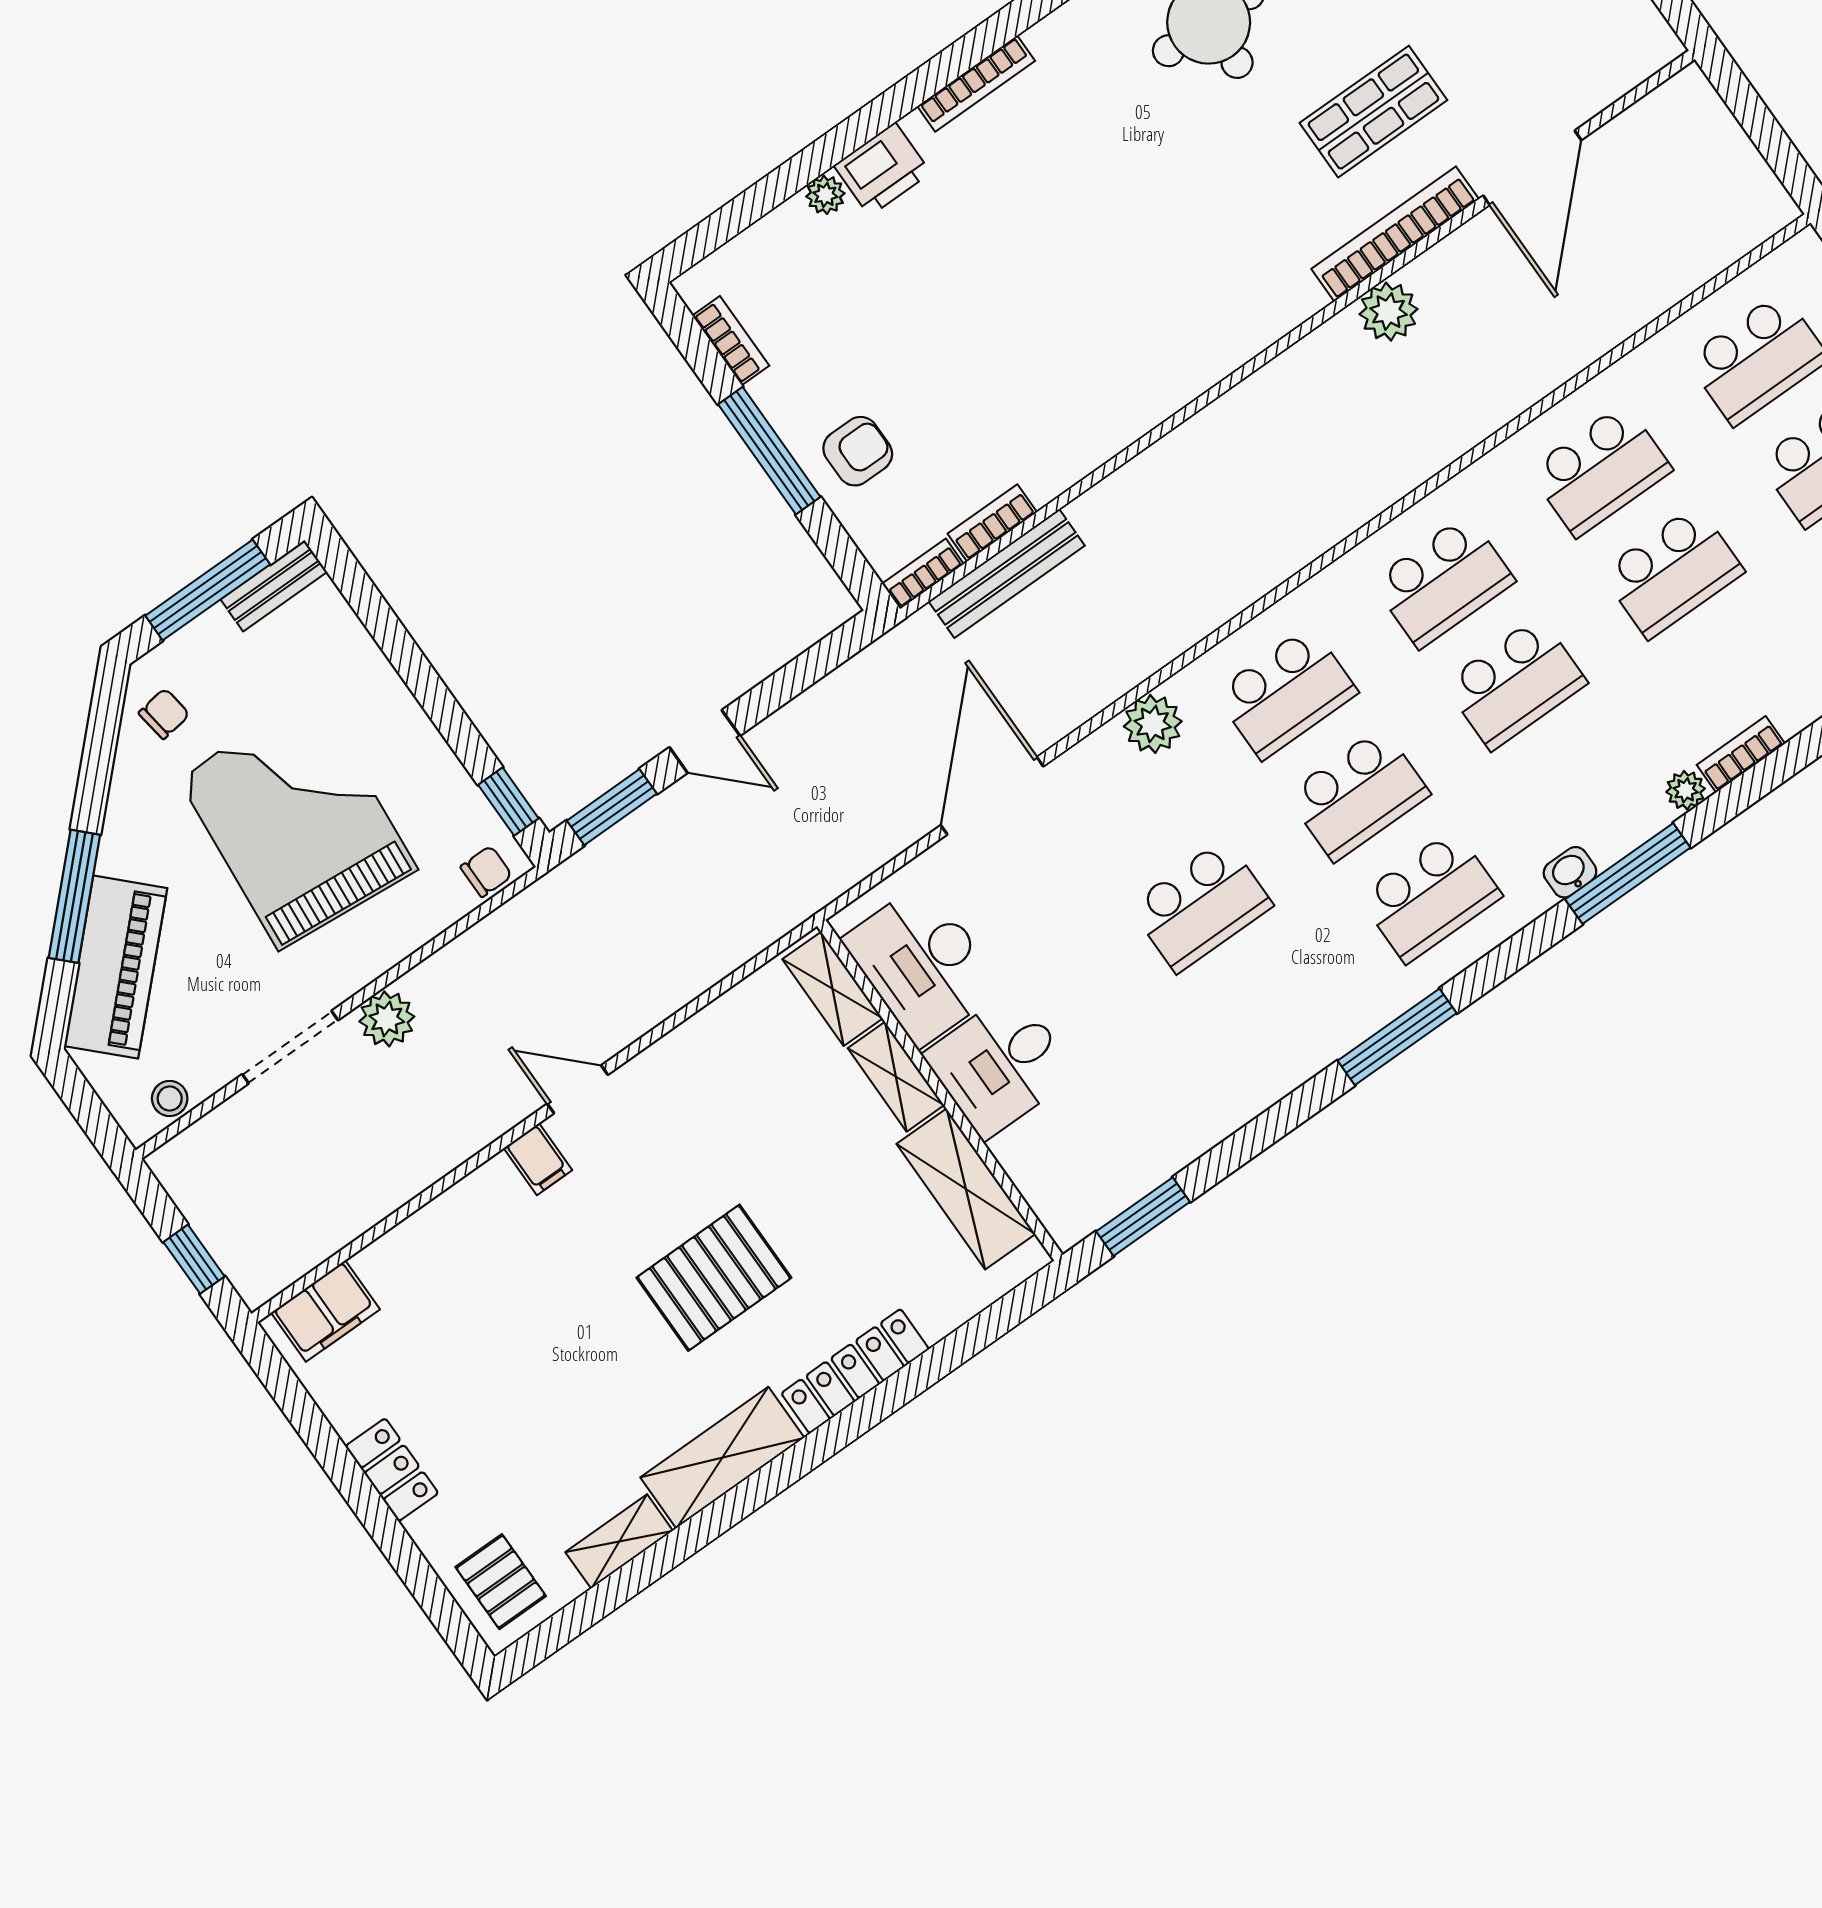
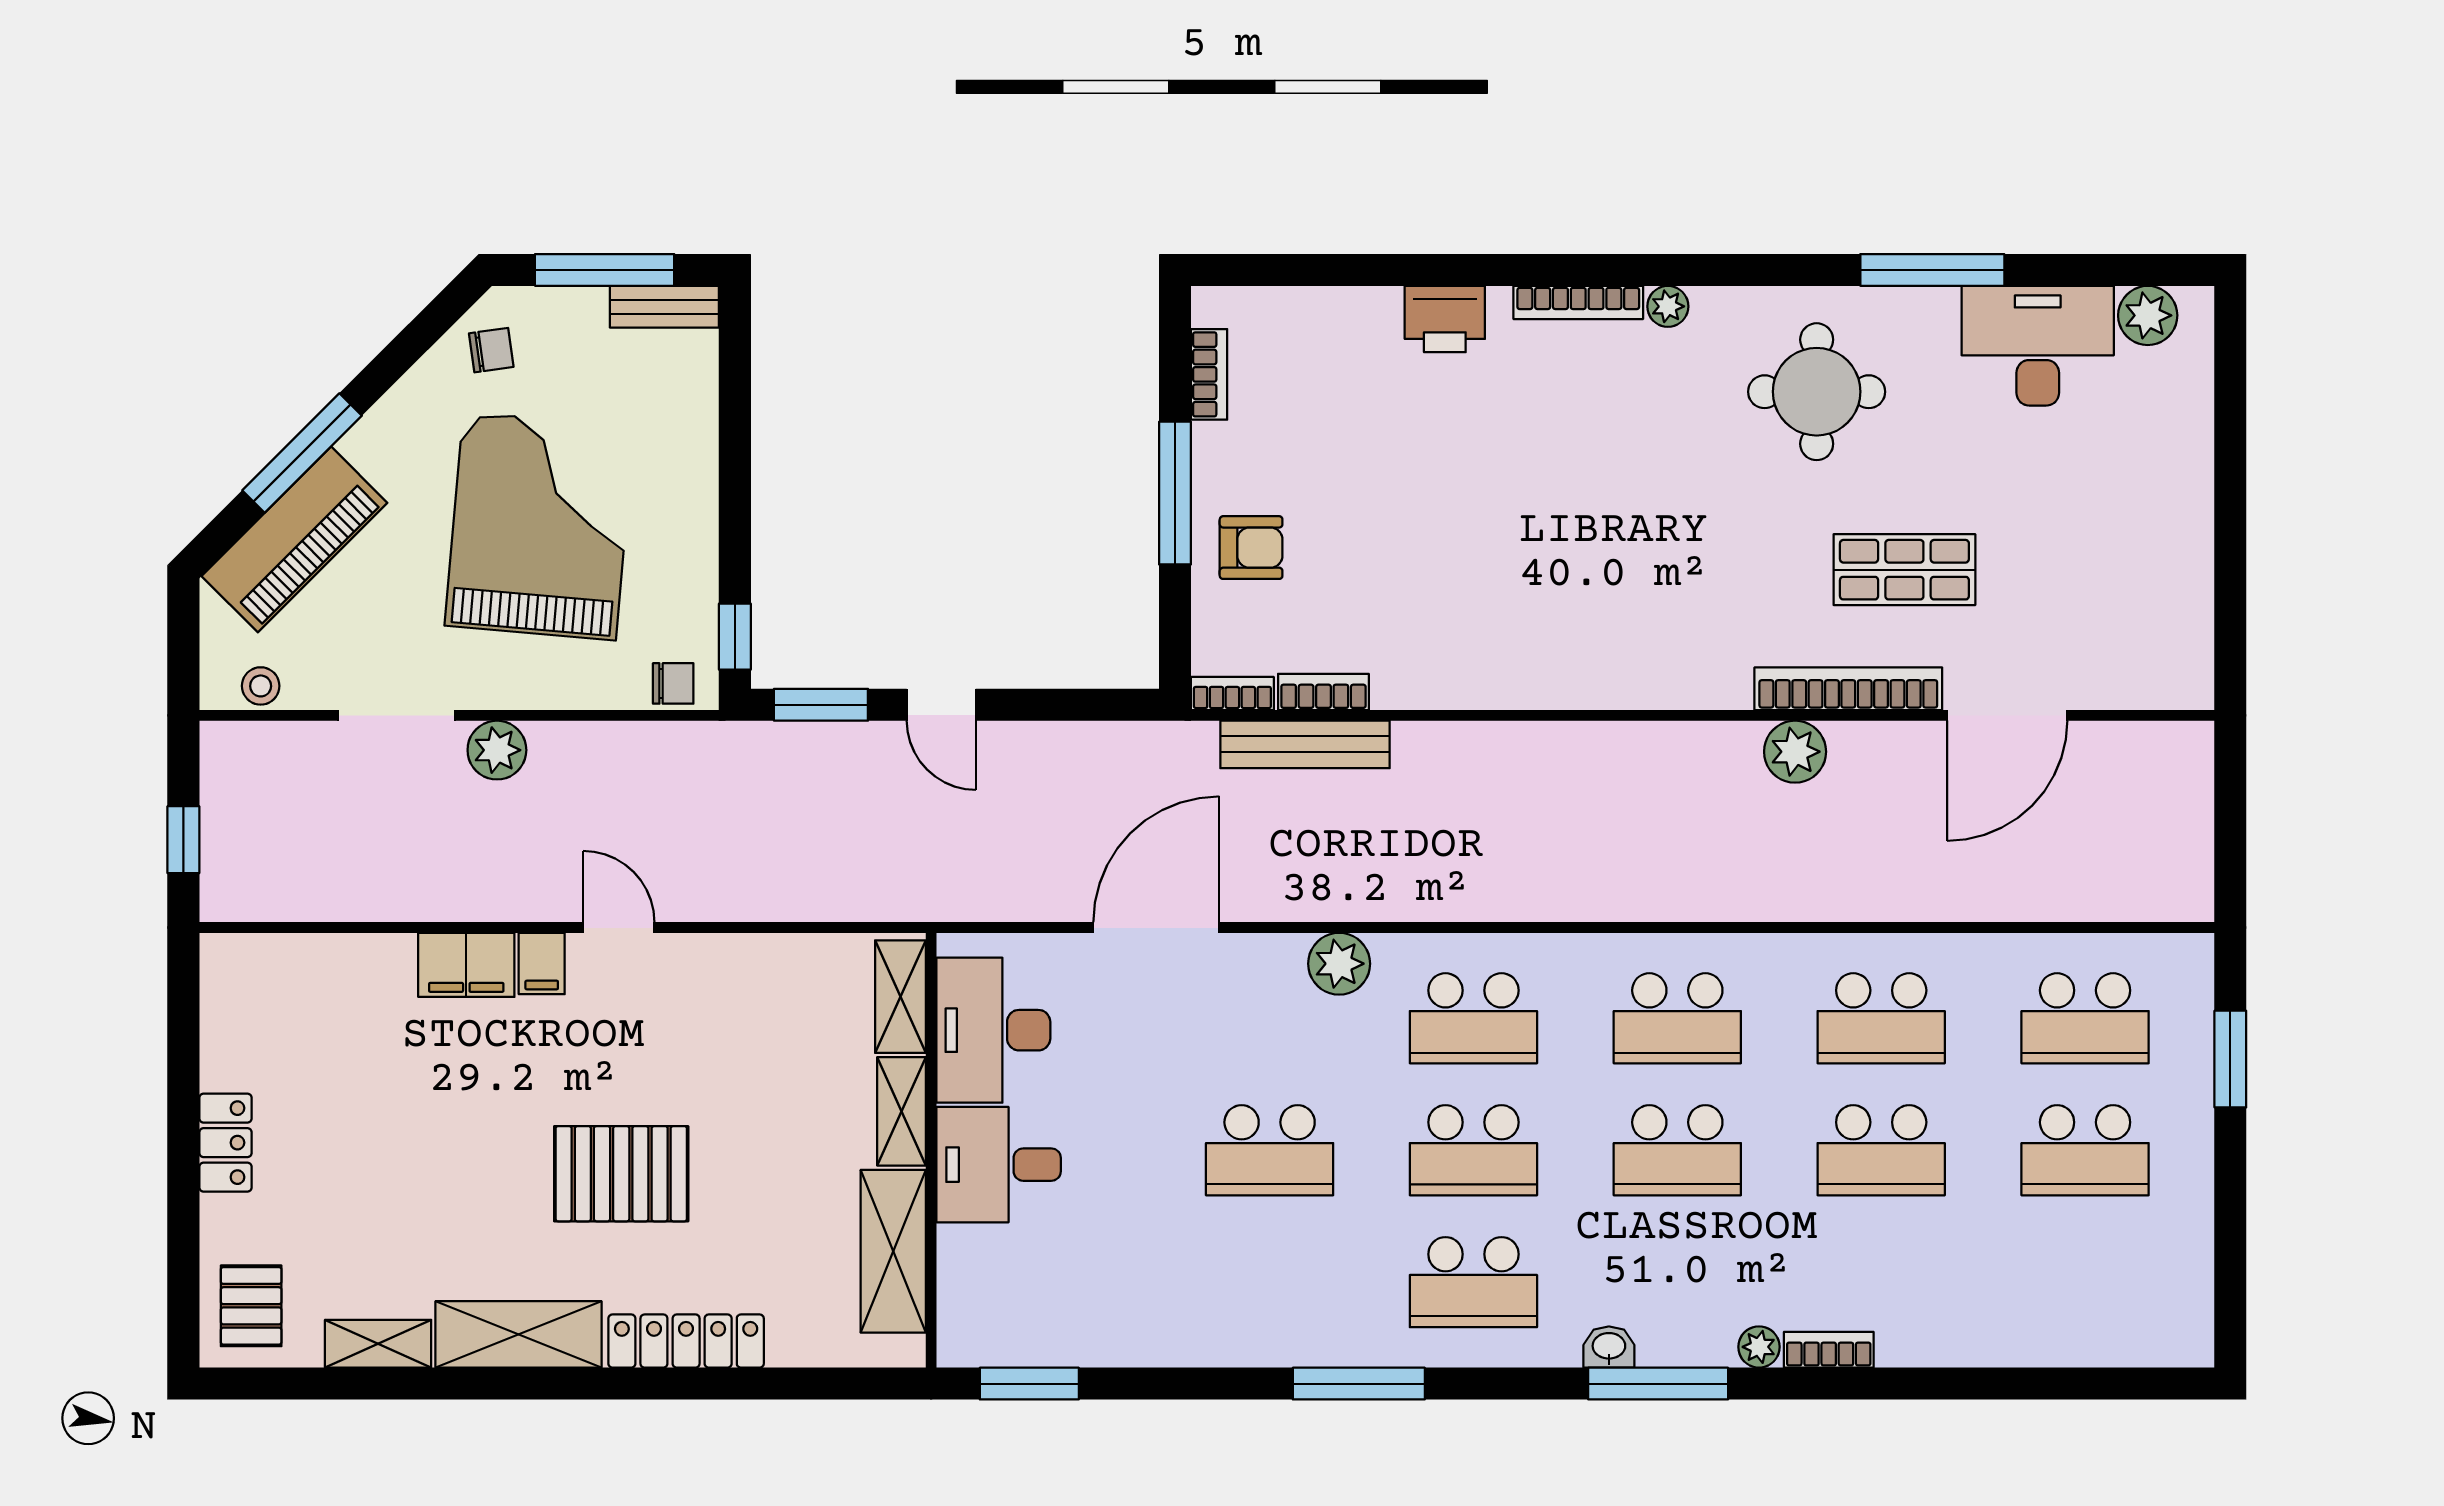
plant: (825, 195) -> (1668, 306), moved
filing cabinet: (325, 1311) -> (466, 965), moved

